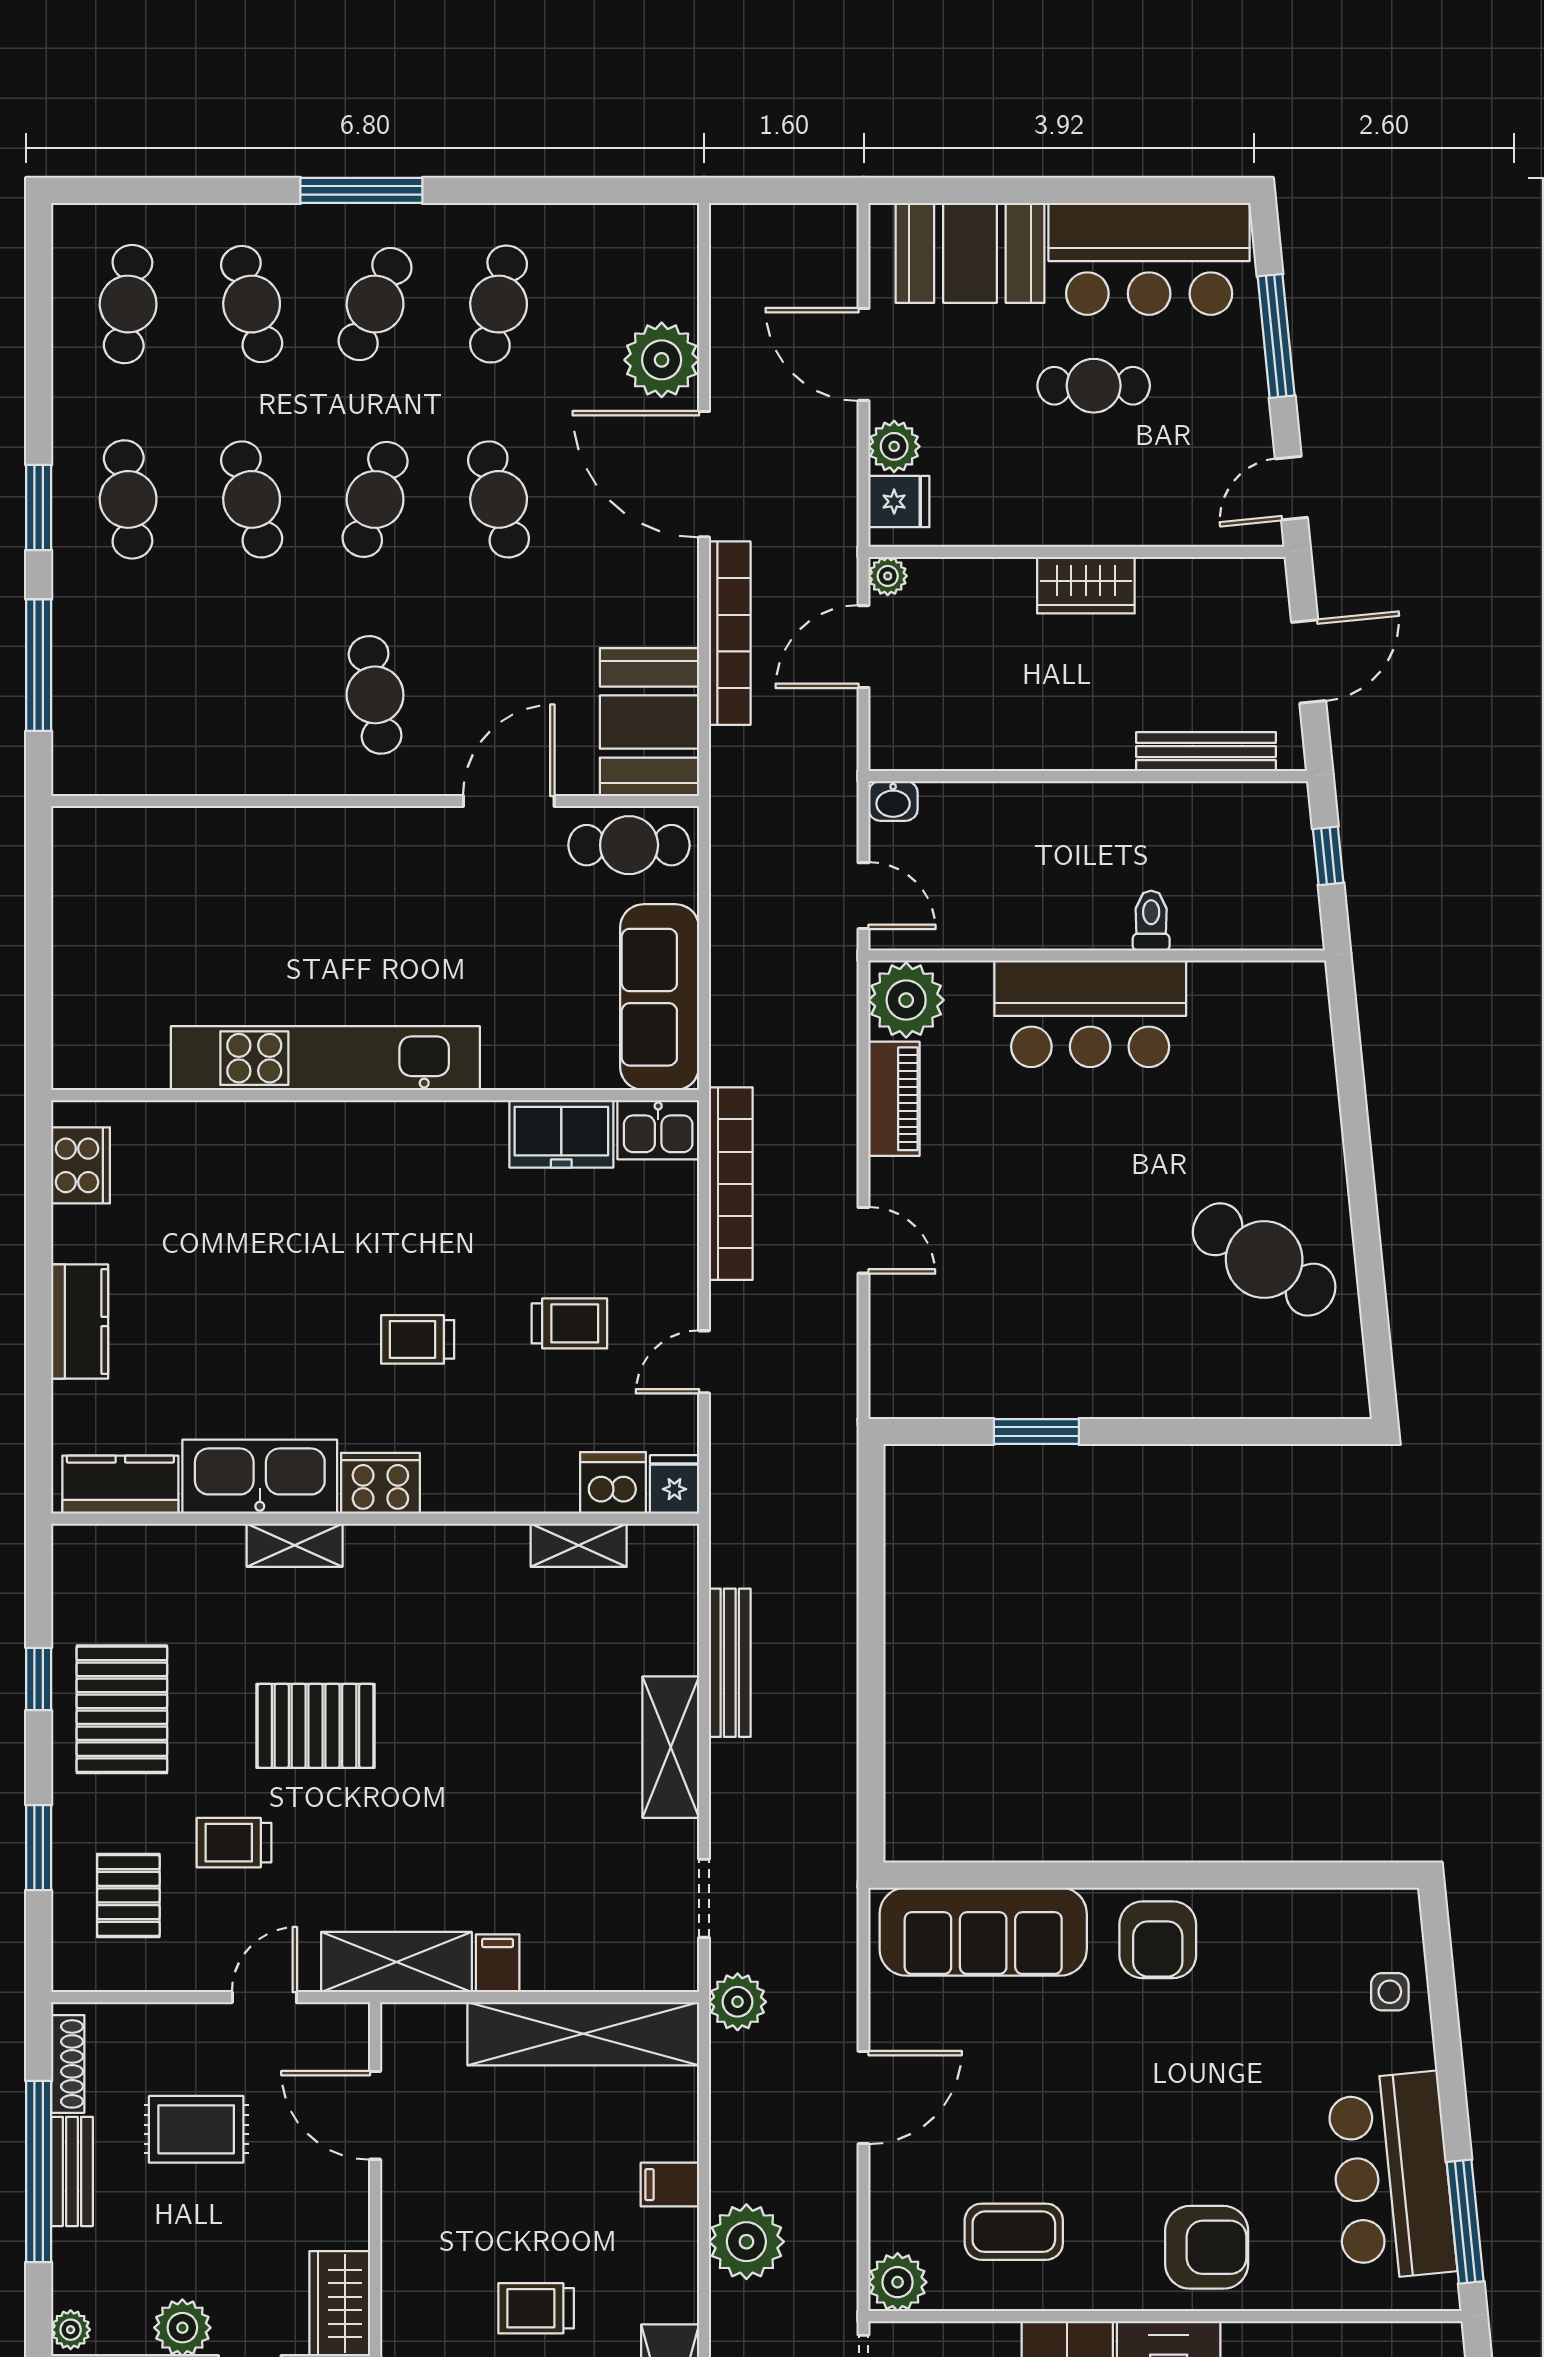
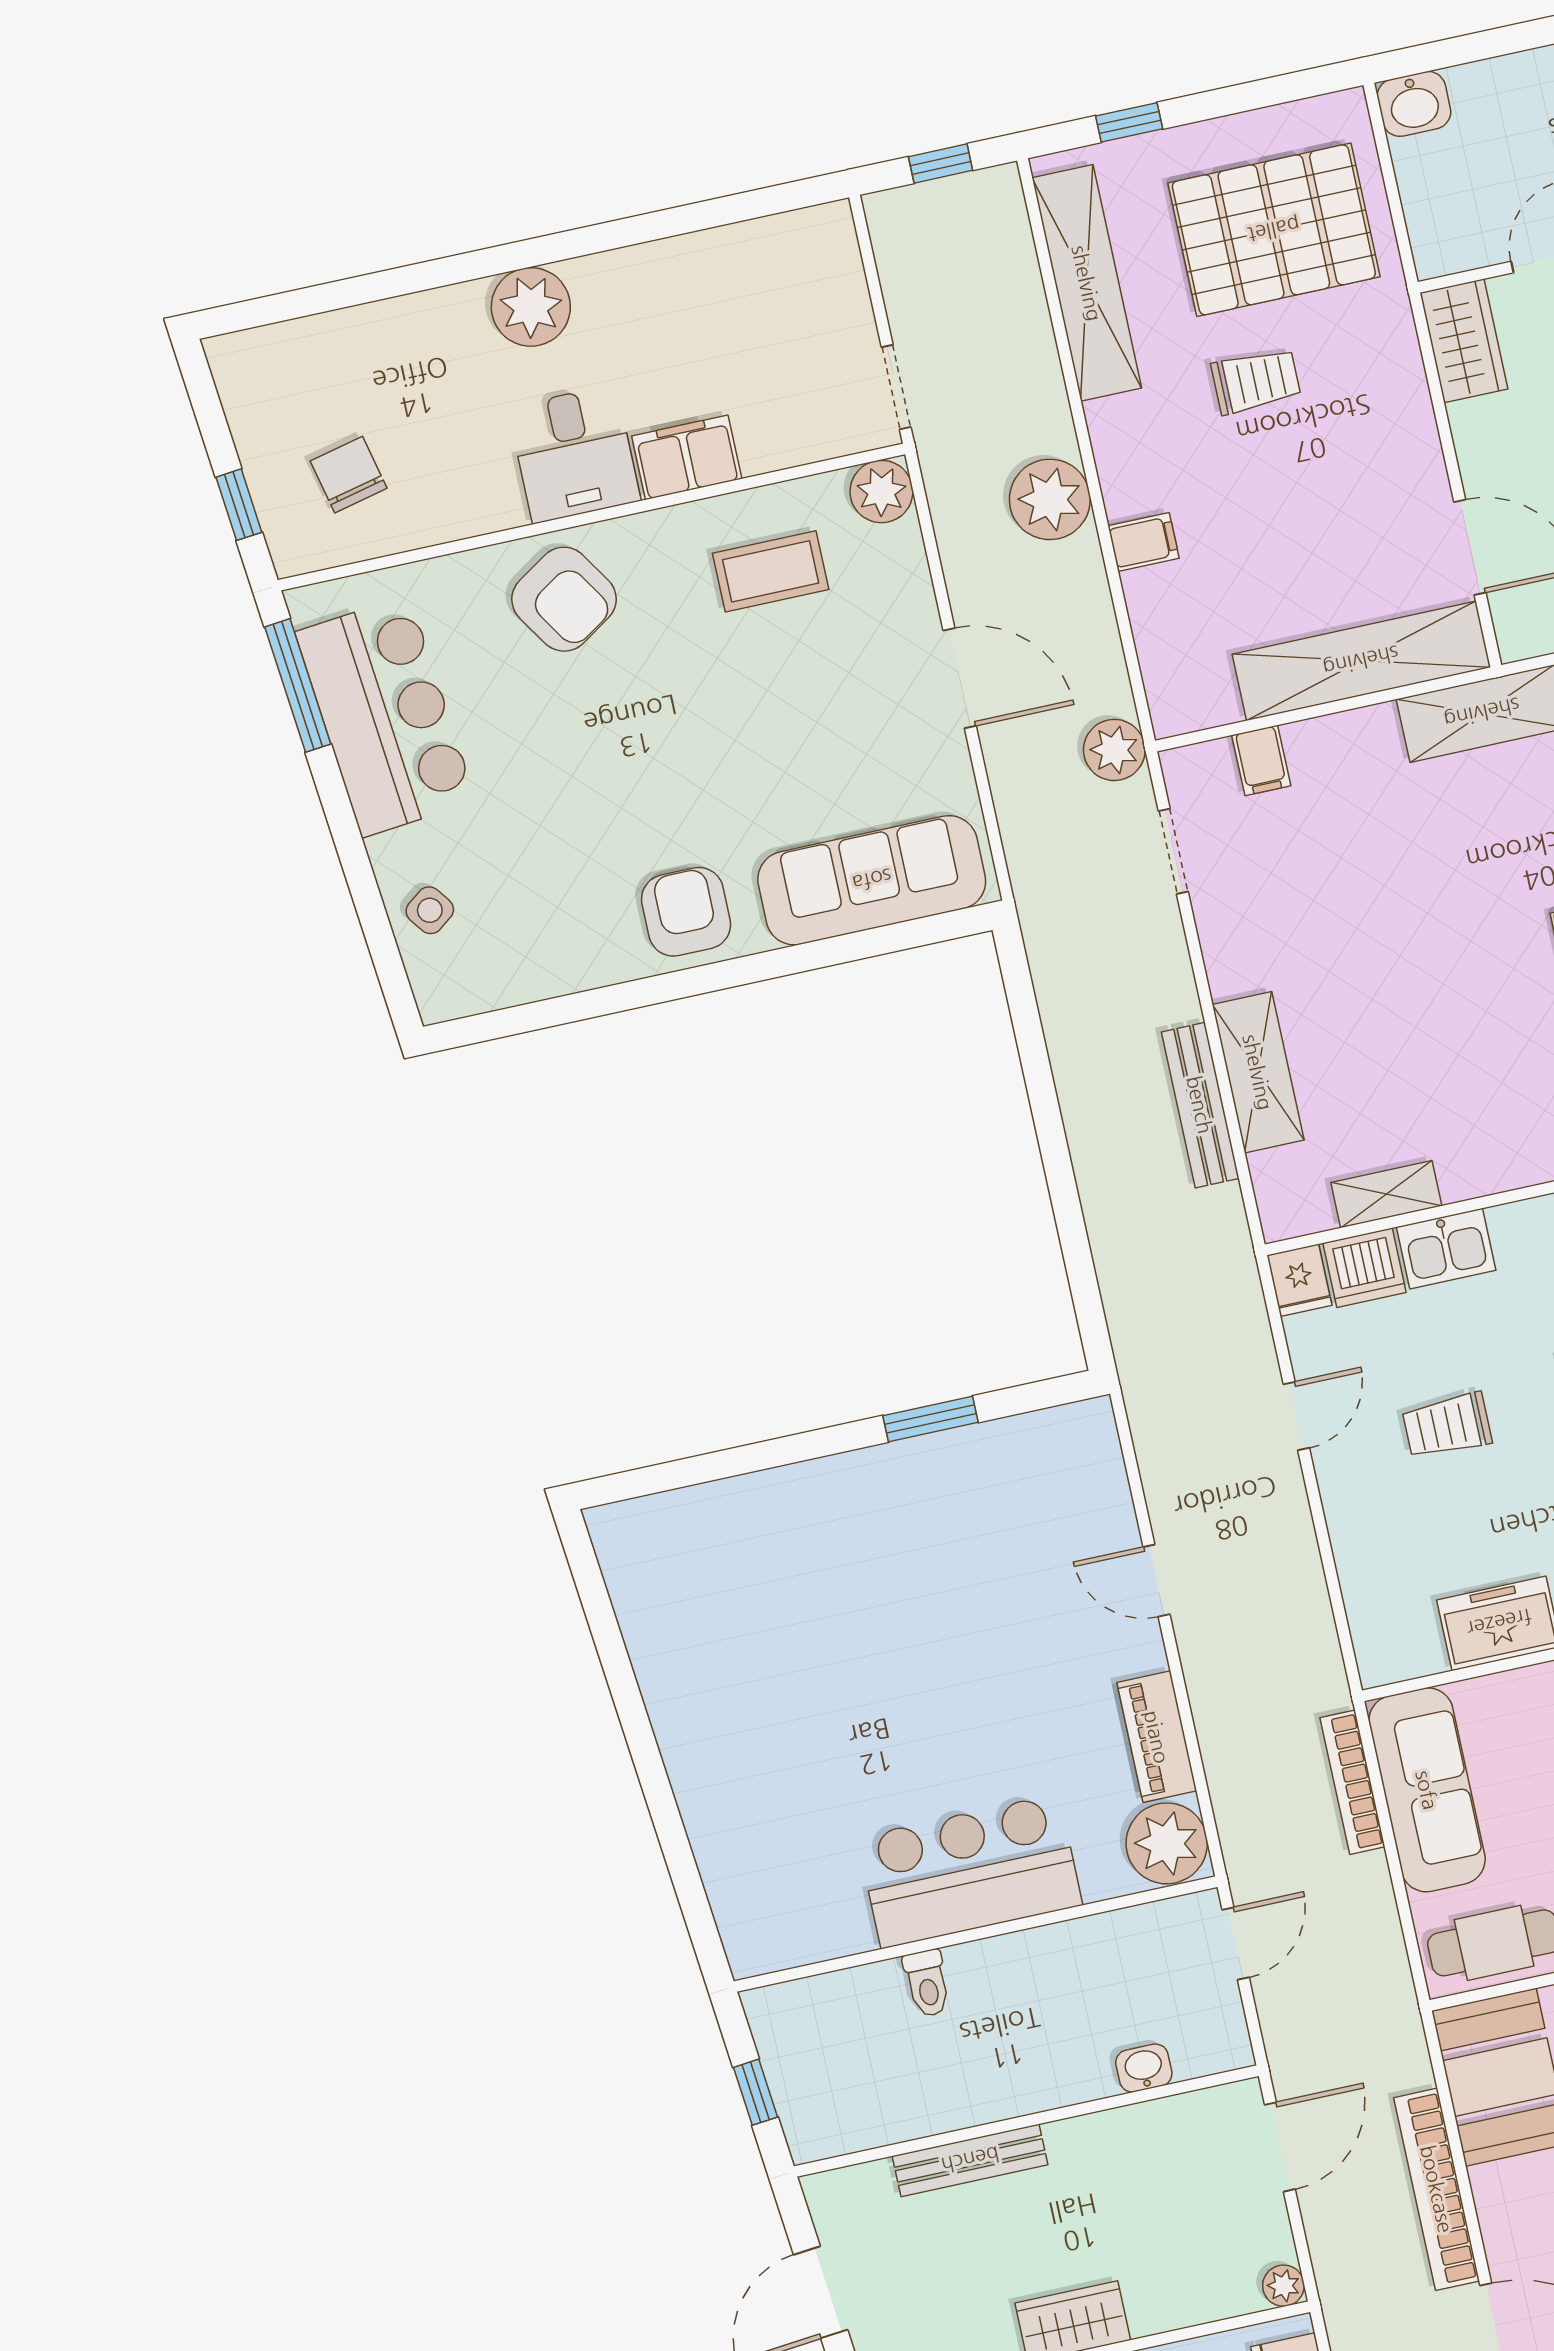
door: (864, 647) -> (1280, 2147), moved
bench: (1206, 752) -> (970, 2160), moved
washbasin: (893, 801) -> (1144, 2068), moved
door: (864, 896) -> (1236, 1944), swing flipped
kitchen sink: (658, 1130) -> (1446, 1249), moved, turned 180
bookcase: (731, 1184) -> (1352, 1782), moved, width x0.68, depth x0.76
cafe table: (1264, 1259) -> (730, 1652), removed
shelving: (671, 1747) -> (1258, 1072), moved
filing cabinet: (498, 1963) -> (1261, 760), moved
side table: (1390, 1992) -> (430, 910), turned -37
shelving: (583, 2034) -> (1361, 661), moved
door: (864, 2098) -> (960, 678), swing flipped
armchair: (1207, 2247) -> (564, 599), turned -123

